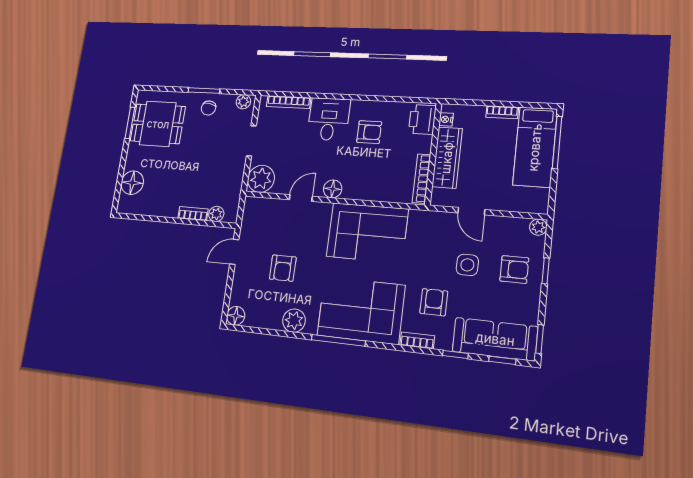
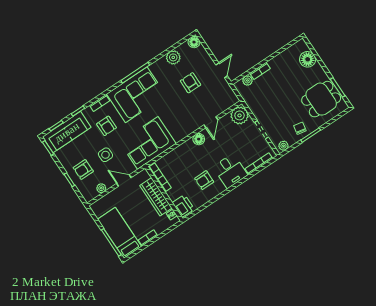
plant: (538, 227) -> (101, 188), moved
corner sofa: (367, 233) -> (148, 143), moved
plant: (294, 321) -> (173, 57), moved

